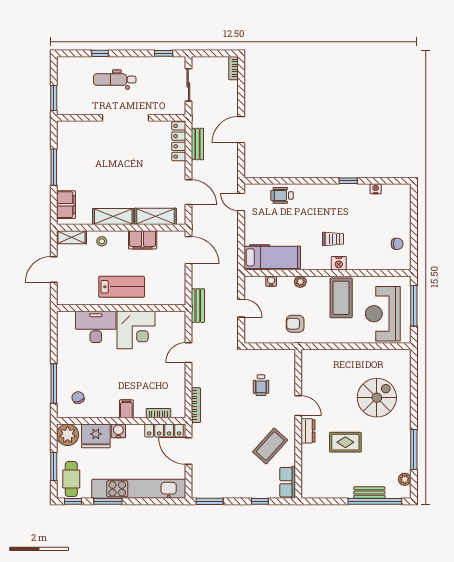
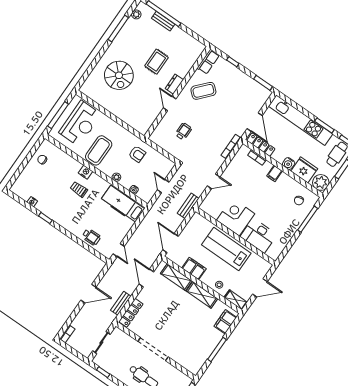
lab bench: (122, 287) -> (226, 249), width x1.36, depth x1.39
spiral stairs: (377, 398) -> (119, 75), turned -90
rug: (345, 442) -> (156, 62), turned 90

